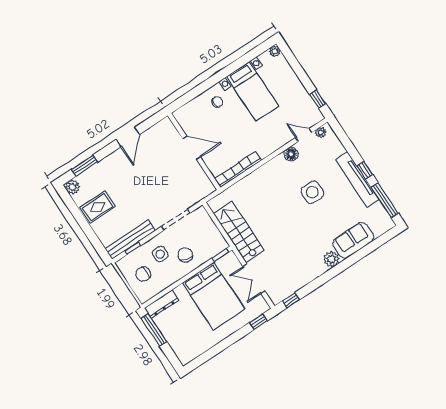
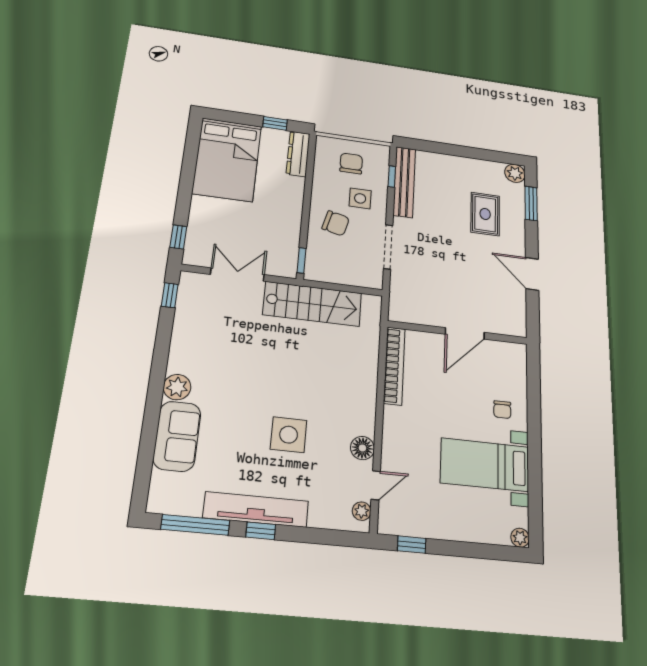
rug: (98, 207) -> (485, 214), moved
bed: (214, 296) -> (227, 160), moved, turned -90
window: (154, 330) -> (275, 123), width x0.46

